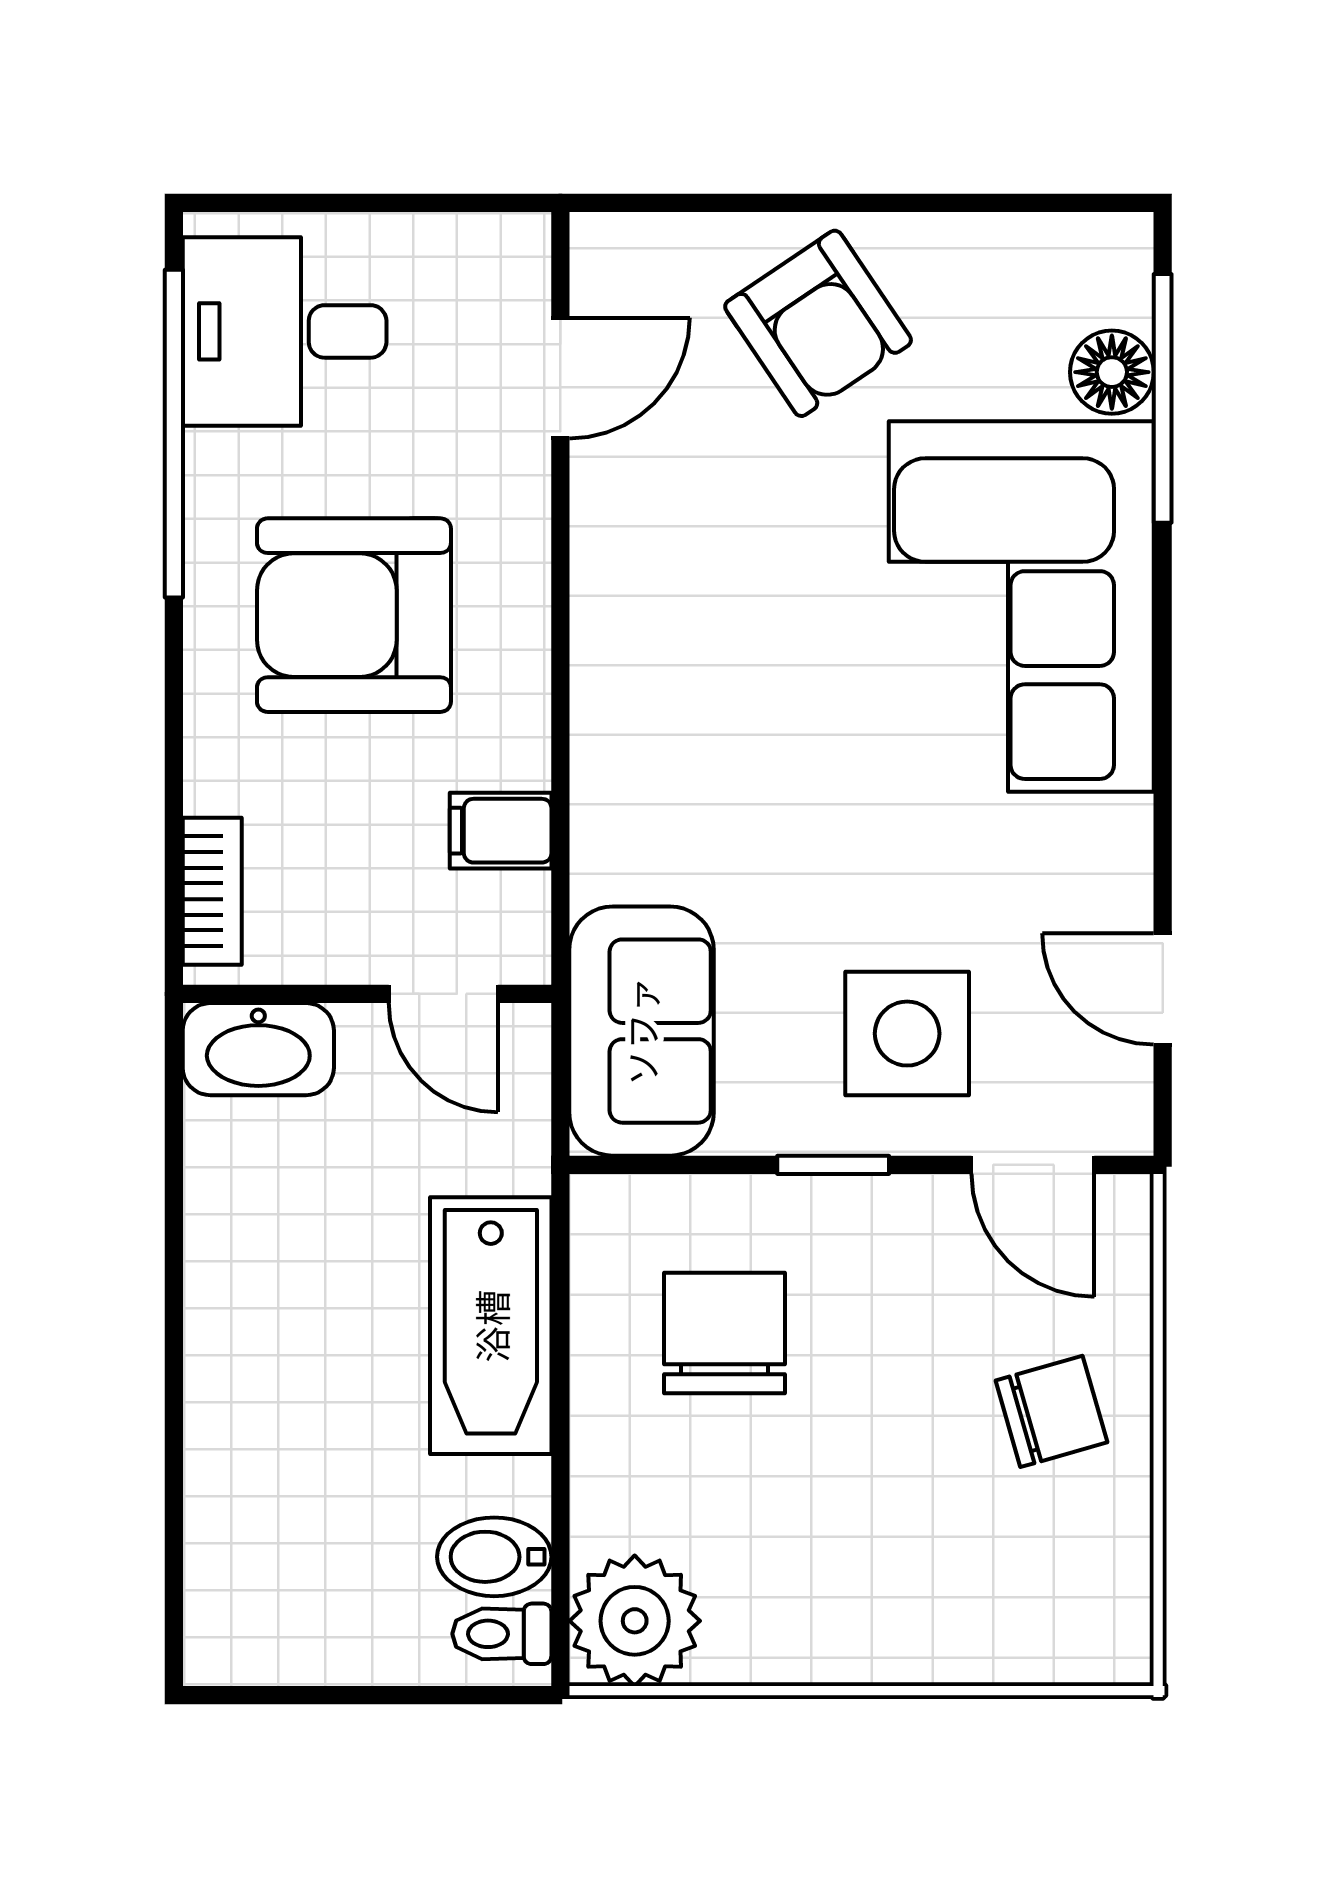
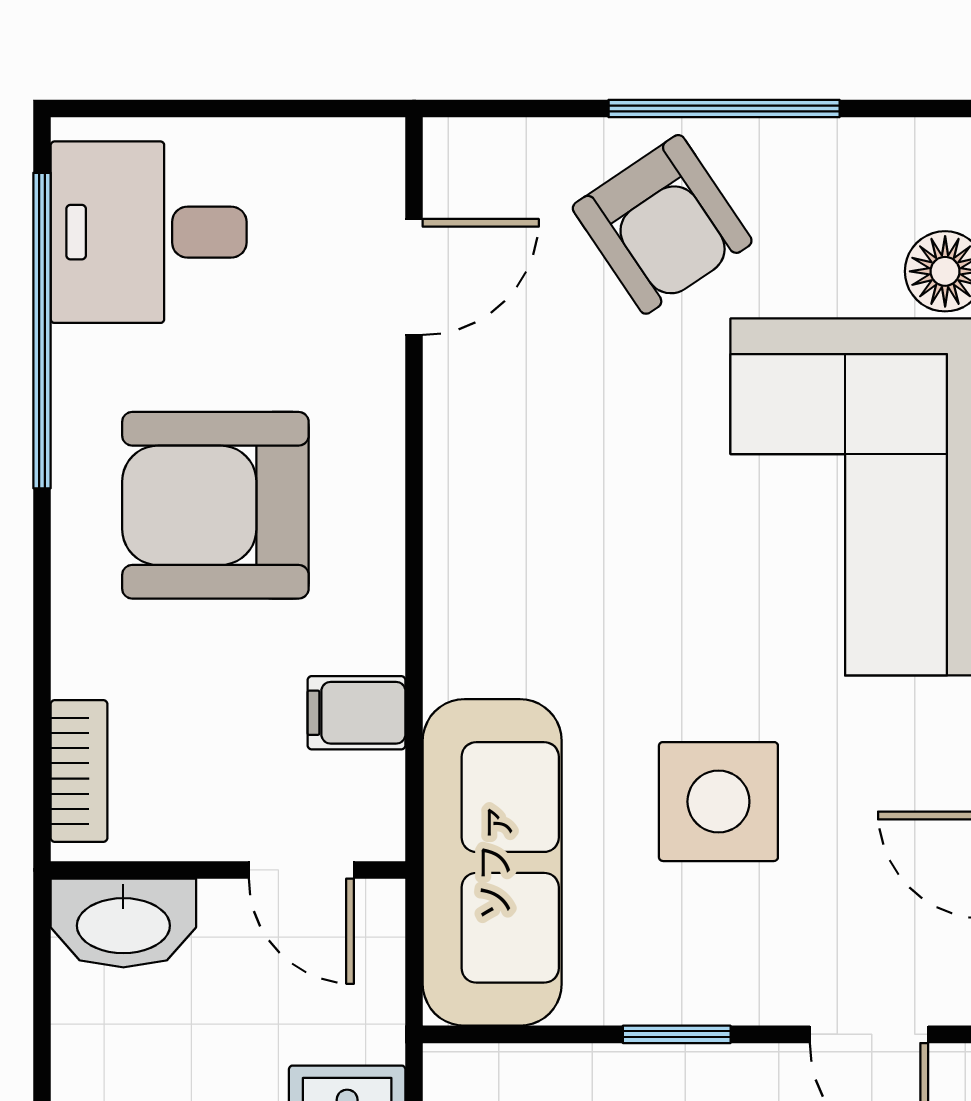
window: (882, 203) -> (724, 108), added
sofa: (641, 1031) -> (492, 862), width x1.36
side table: (907, 1034) -> (718, 802), moved

